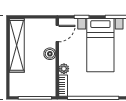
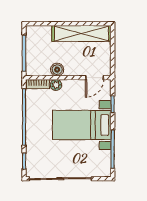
door: (57, 34) -> (95, 78), hinge flipped
boiler: (50, 54) -> (57, 70), moved

